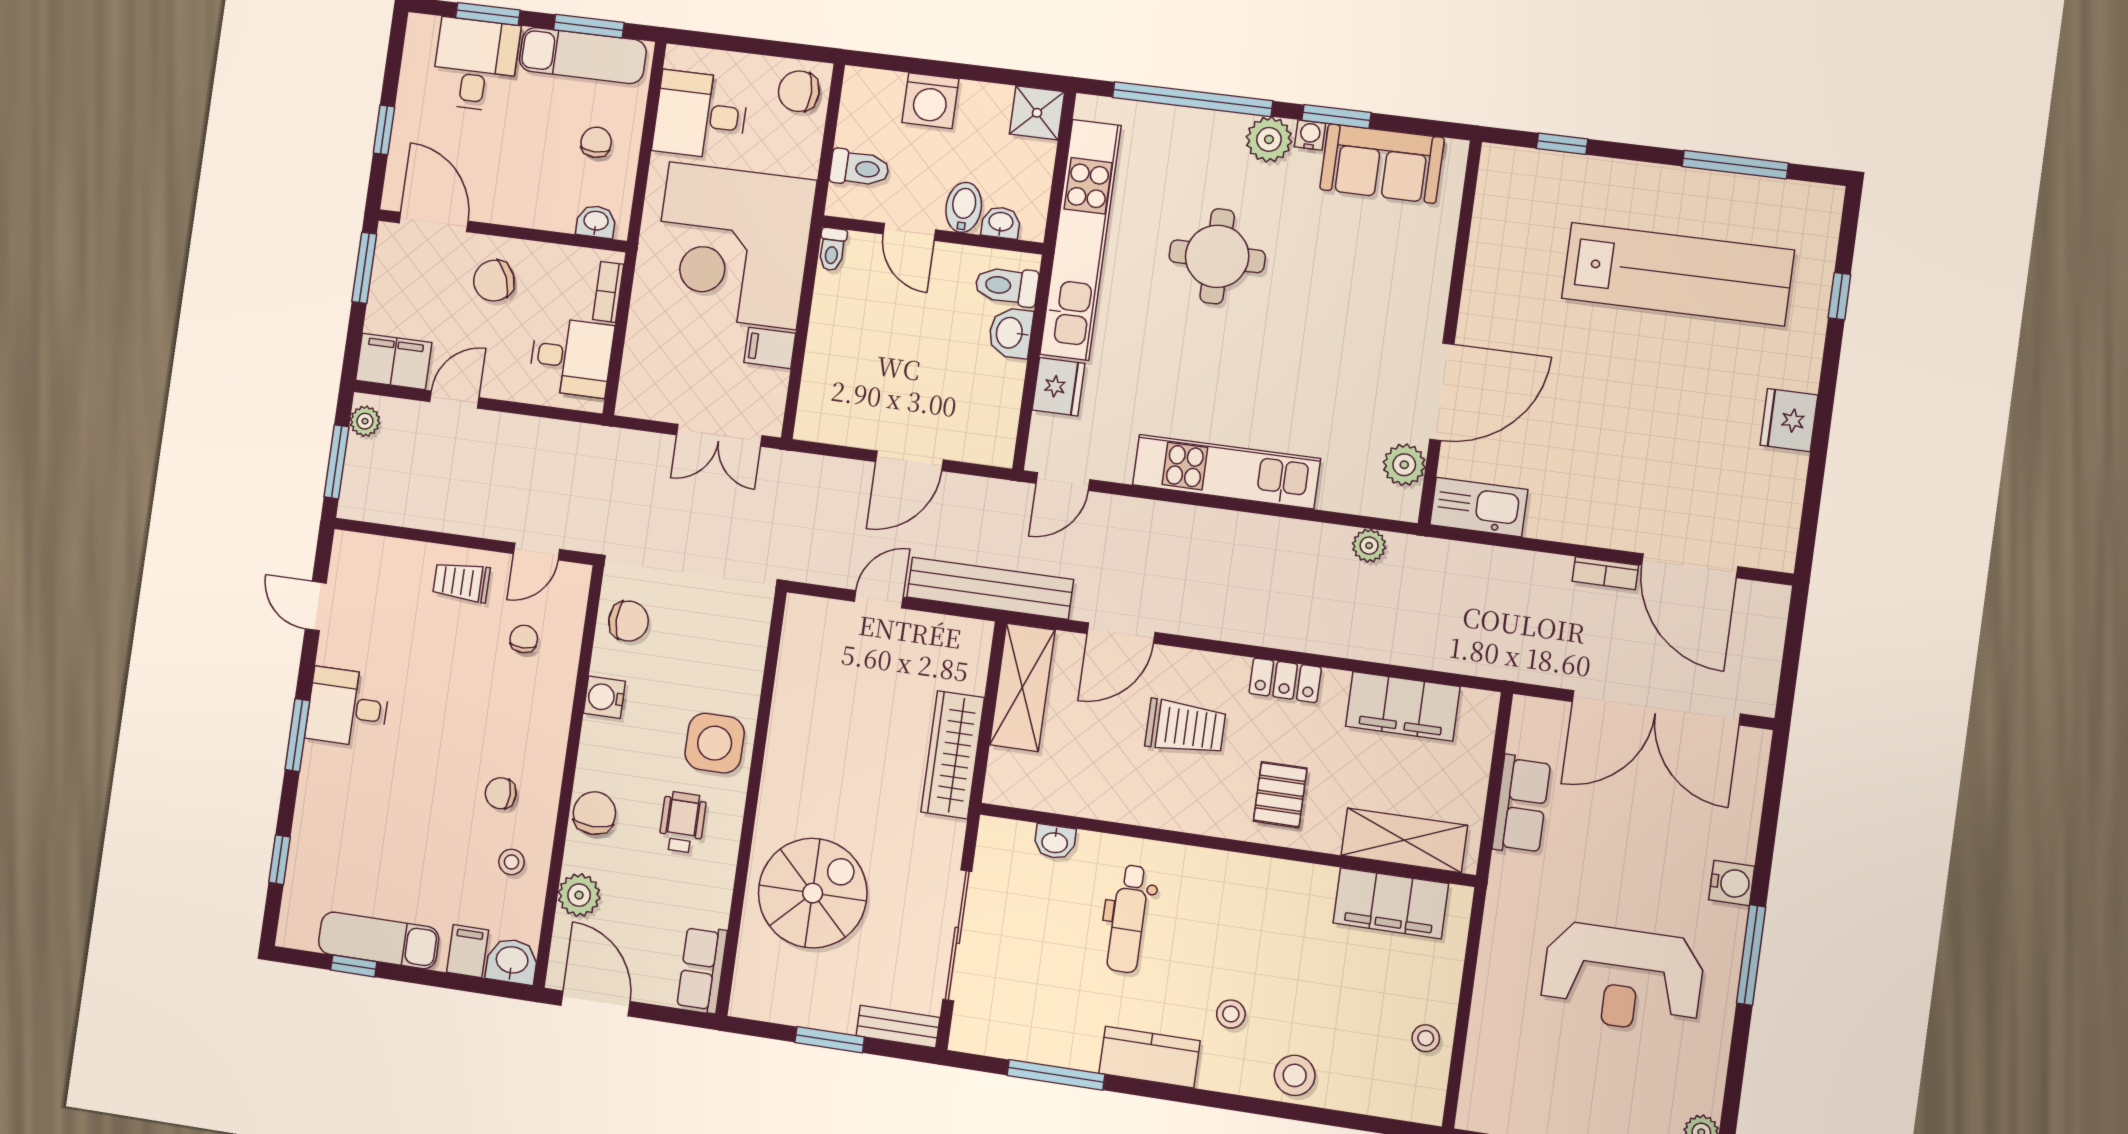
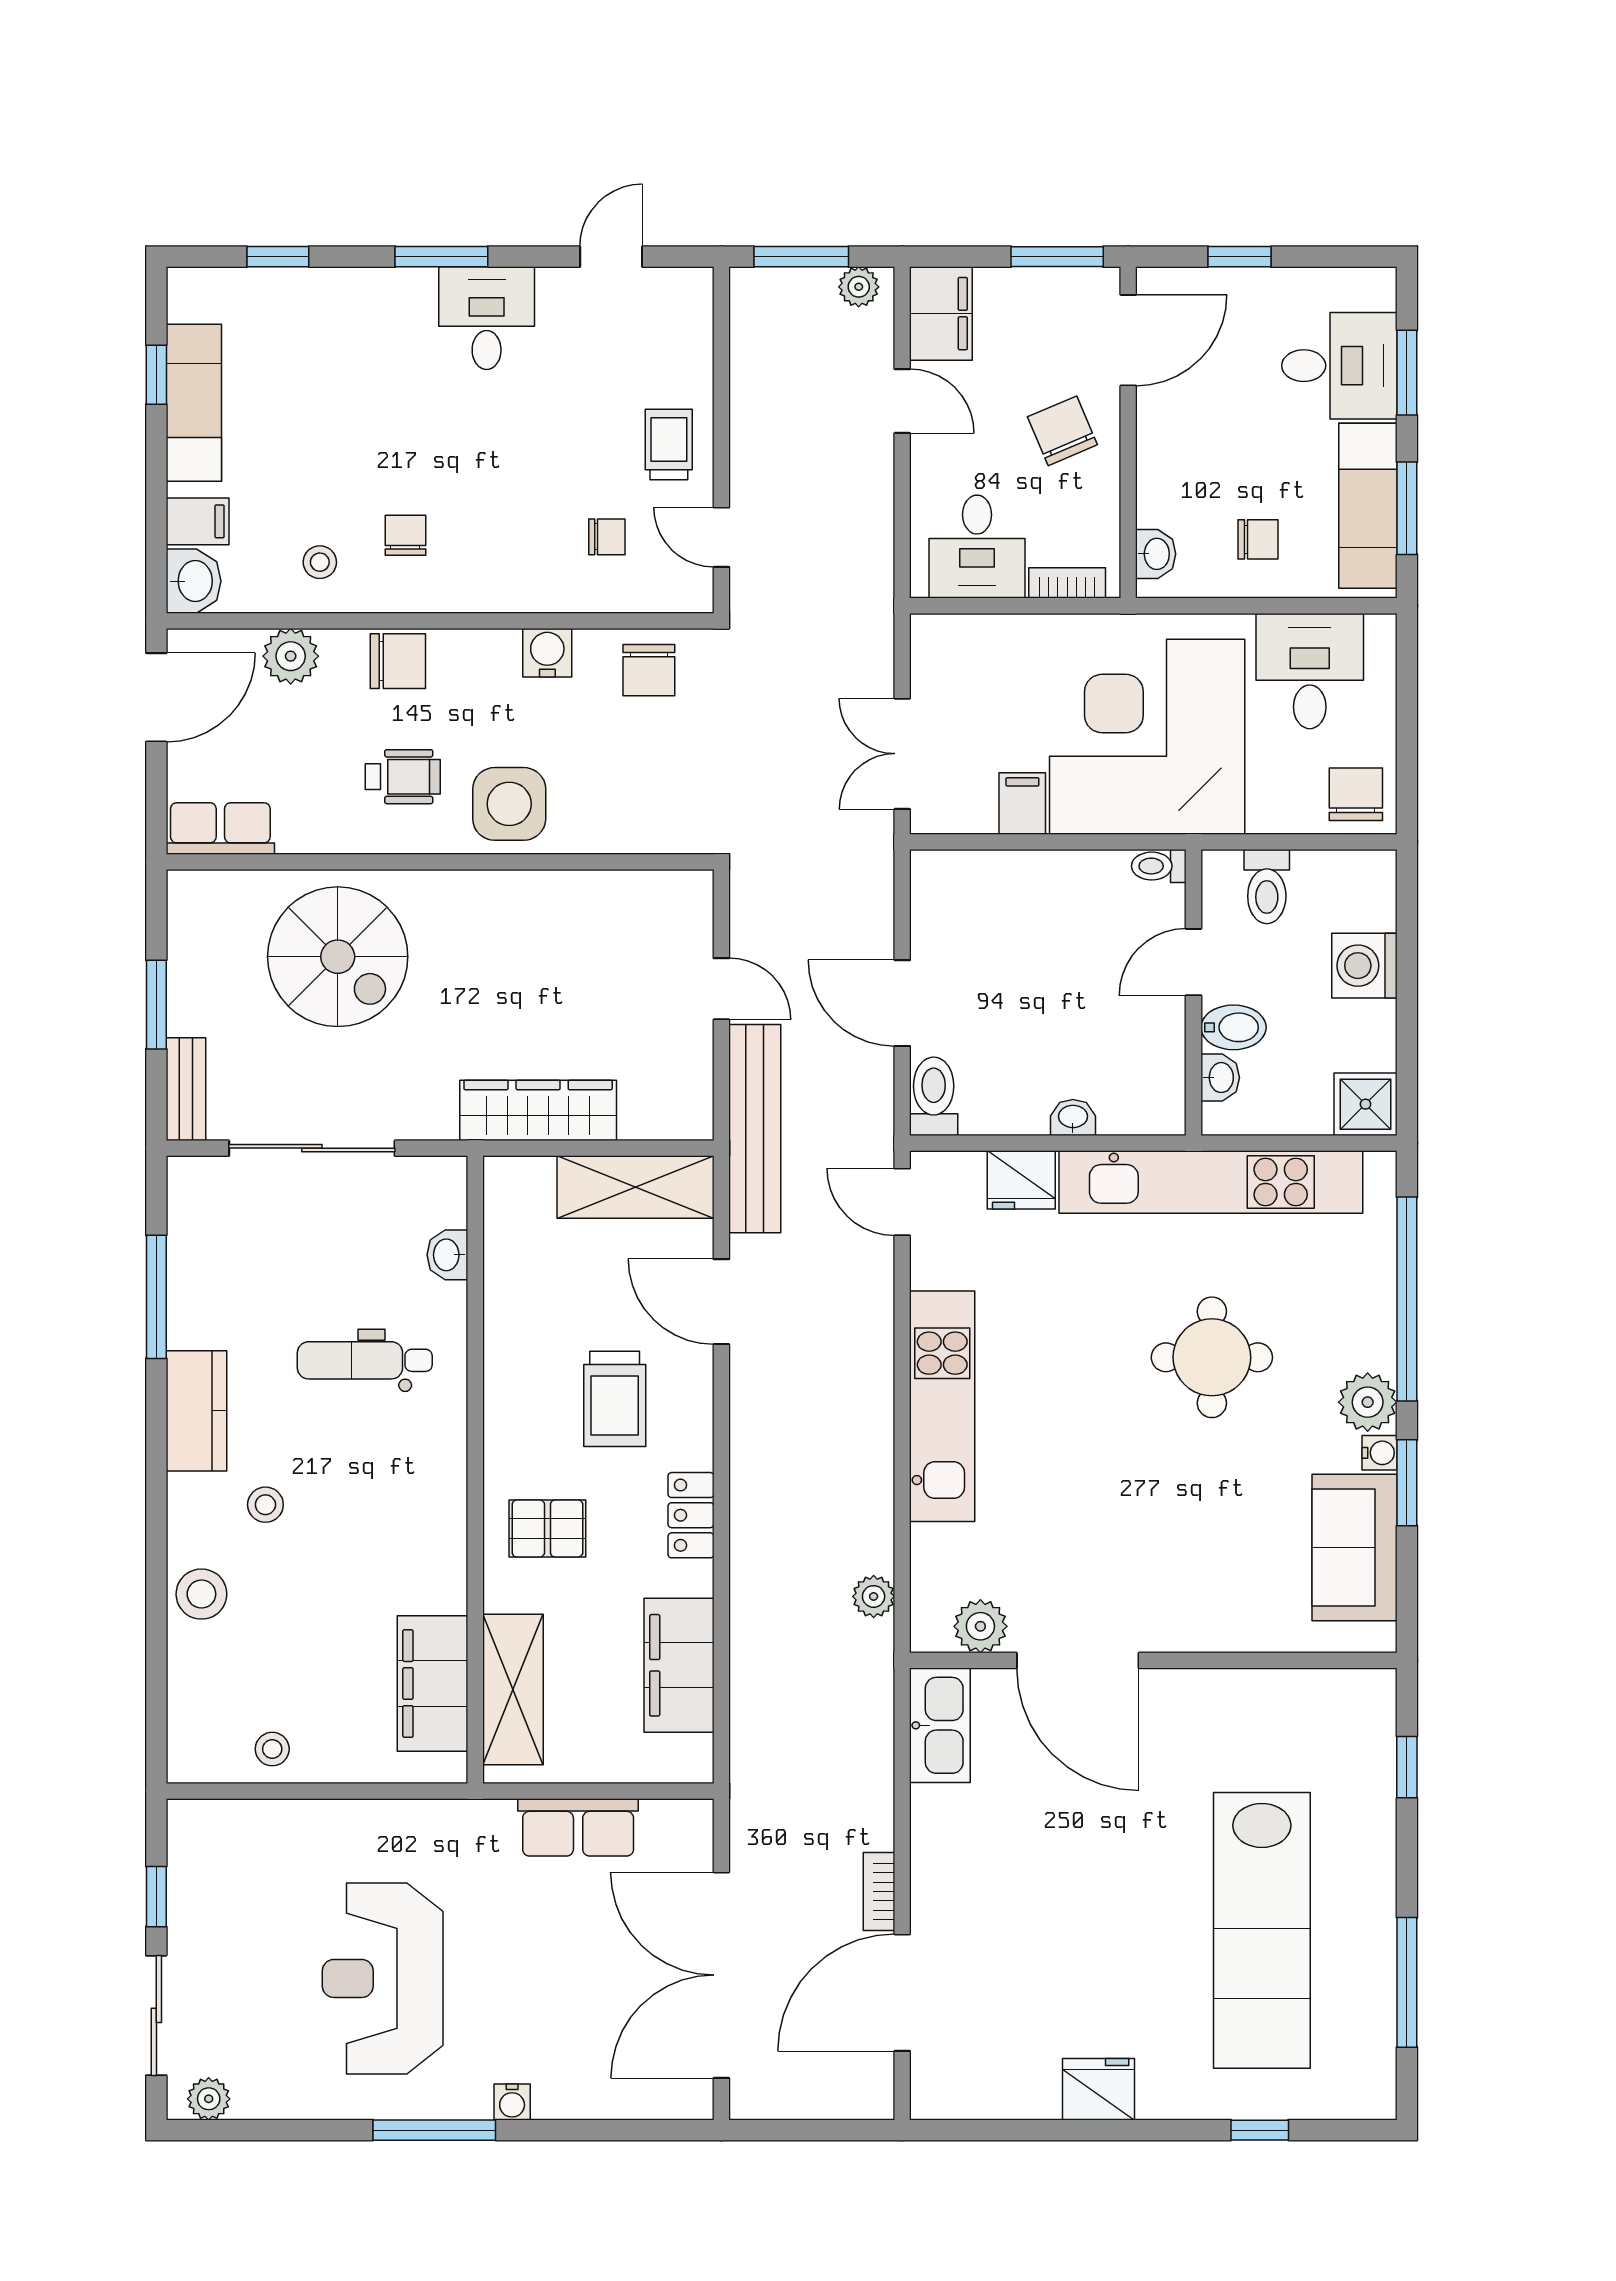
toilet: (1007, 286) -> (934, 1096), moved
washbasin: (1010, 333) -> (1073, 1118), width x0.72, depth x0.69
water cooler: (1732, 883) -> (512, 2102), width x0.72, depth x0.72

